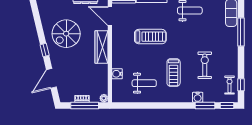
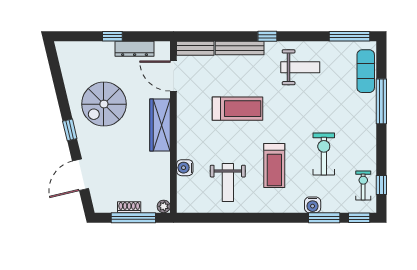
weight bench: (144, 83) -> (228, 183), turned 90

